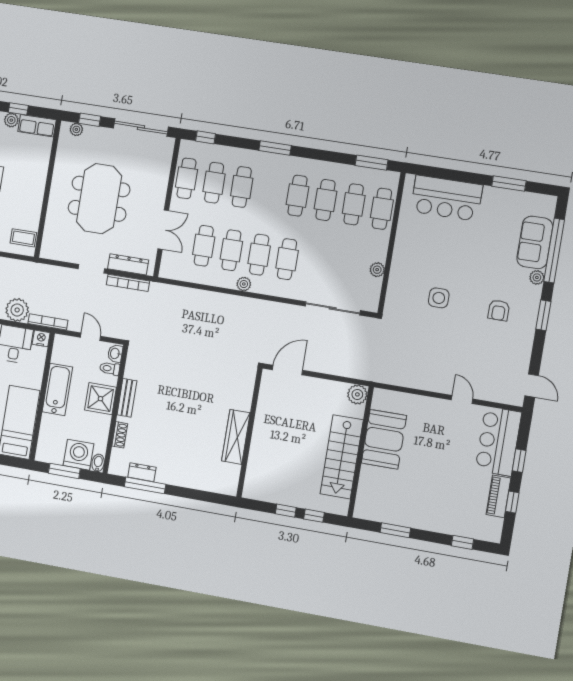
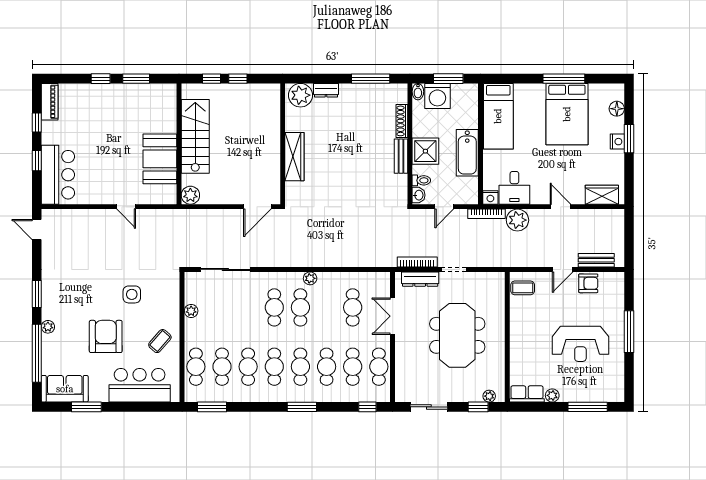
window: (18, 109) -> (547, 407), removed
sliding door: (141, 128) -> (429, 407), width x0.73
sofa: (535, 242) -> (65, 389), moved, turned -90
coffee table: (416, 243) -> (160, 341), added
cafe table: (231, 250) -> (300, 367), moved
armchair: (499, 310) -> (106, 336), moved, width x1.88, depth x1.88
door: (90, 337) -> (444, 207), hinge flipped
door: (462, 399) -> (126, 207), moved
shoe rack: (120, 435) -> (402, 121), width x1.43
wardrobe: (236, 437) -> (294, 157), moved
dresser: (142, 472) -> (326, 90), moved
plant: (222, 481) -> (300, 95), added
piano: (498, 496) -> (50, 102), moved
window: (463, 542) -> (101, 79), moved

